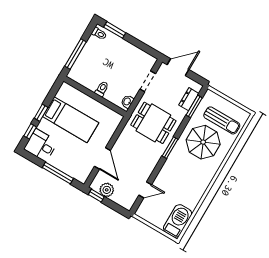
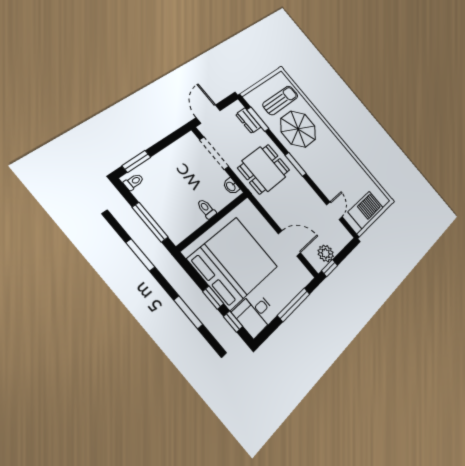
doorway: (148, 81) -> (214, 153), width x1.38
bed: (71, 120) -> (233, 263), width x2.04
barbecue: (178, 221) -> (366, 210), moved, turned 90

